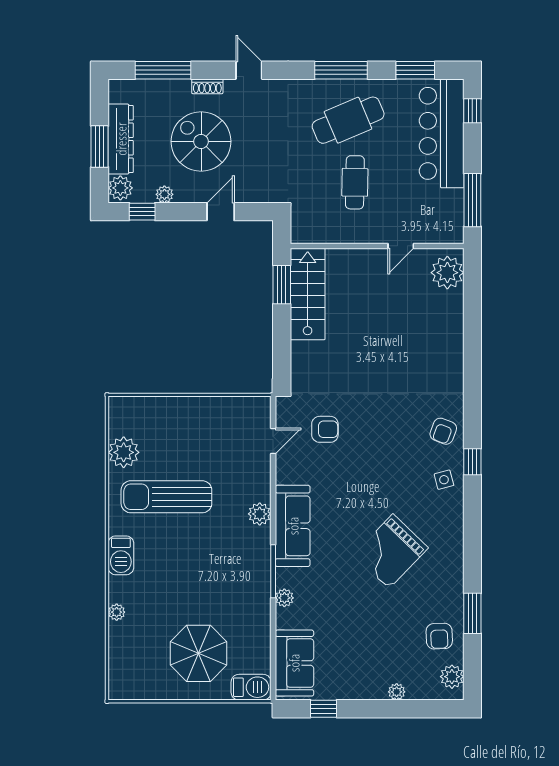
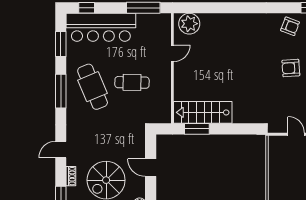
door: (401, 246) -> (172, 53), hinge flipped
armchair: (325, 429) -> (291, 68), moved, turned -94

